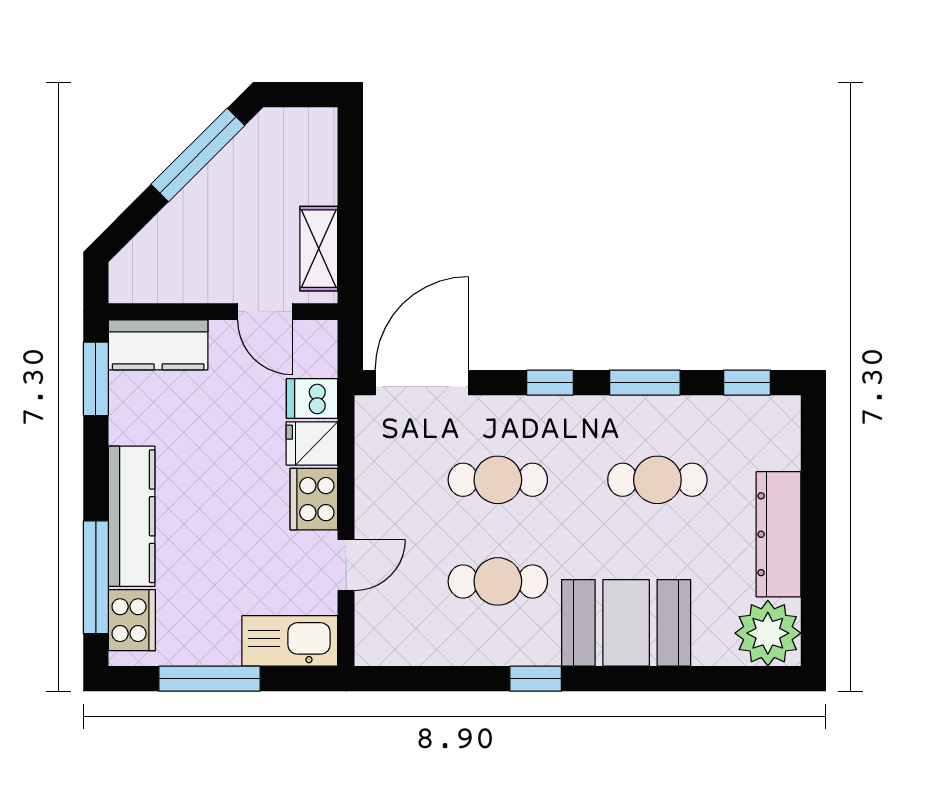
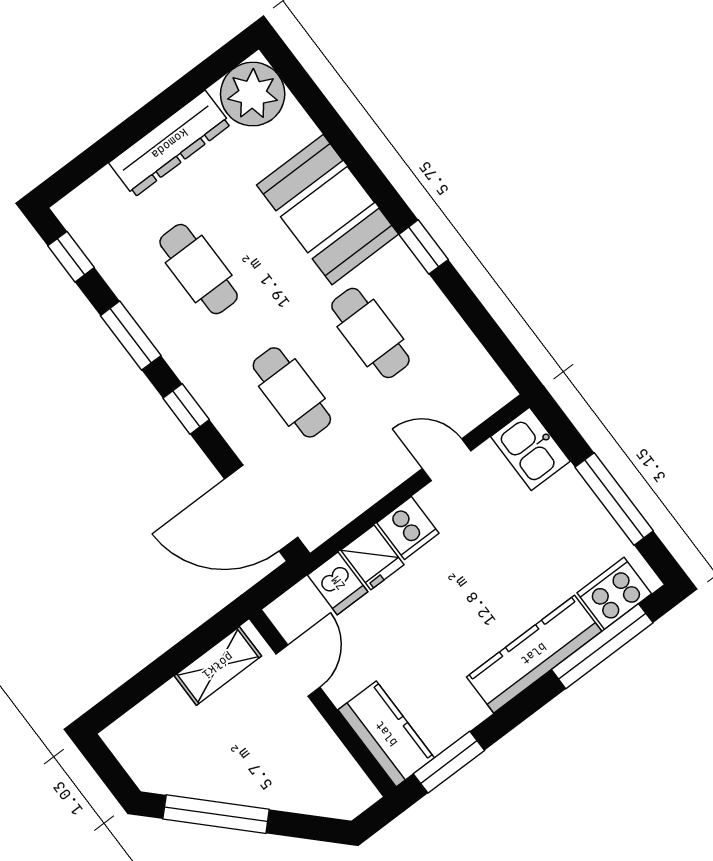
cooker: (314, 499) -> (408, 528), width x0.73
kitchen sink: (290, 641) -> (530, 449), width x0.73

